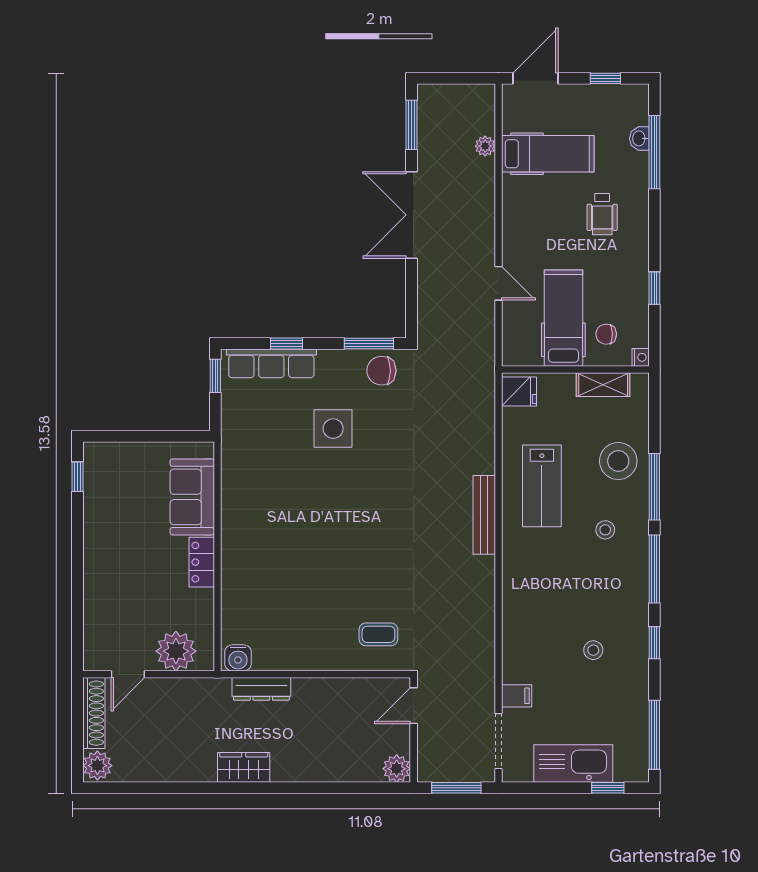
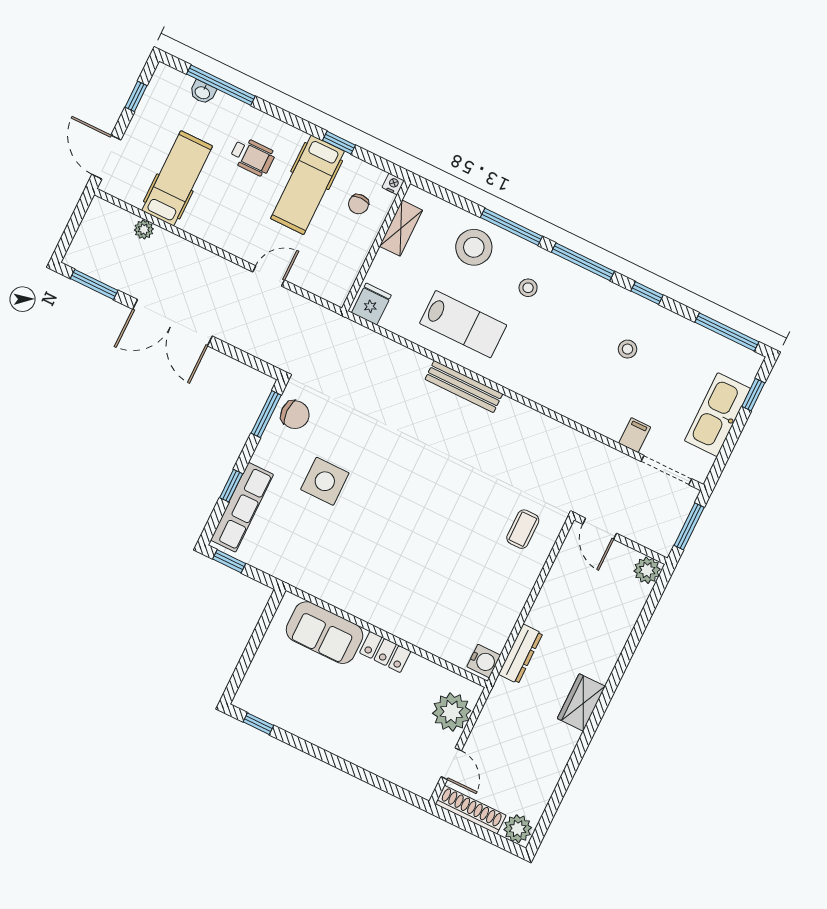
hospital bed: (563, 318) -> (307, 185), moved, turned -90
chair: (381, 371) -> (295, 415), turned -90

